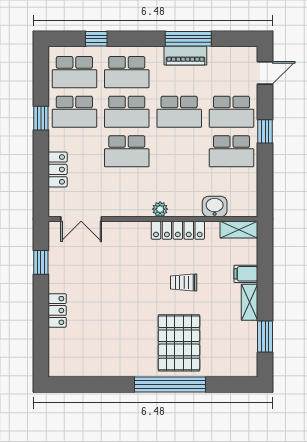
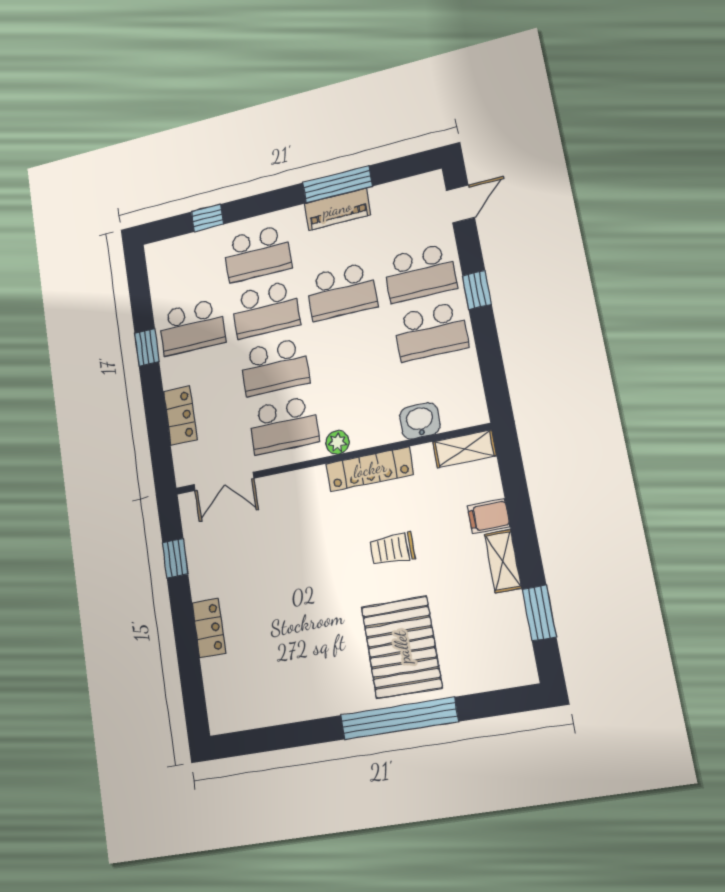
school desk: (74, 72) -> (284, 425), moved

